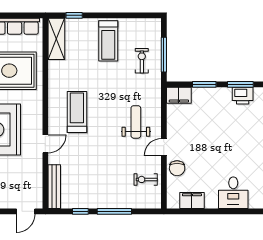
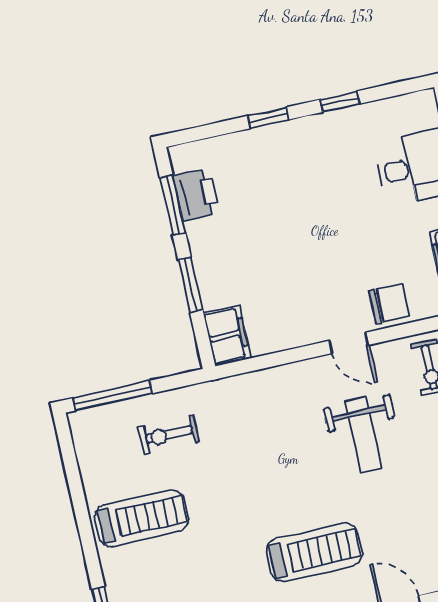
window: (164, 55) -> (113, 396), moved
treadmill: (77, 112) -> (314, 552), turned 180
weight bench: (136, 122) -> (364, 435), moved, turned -90

